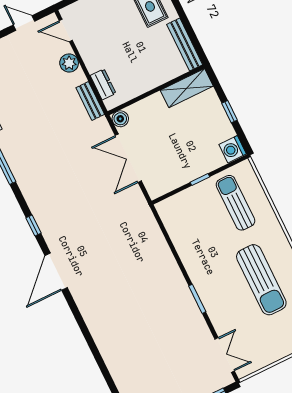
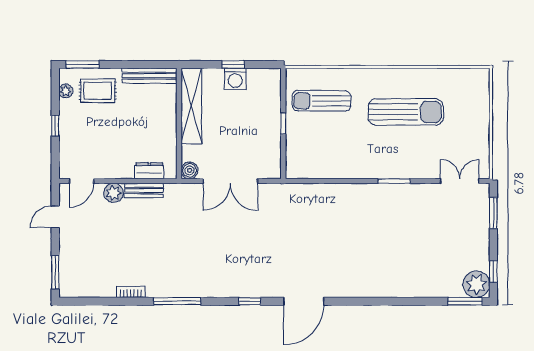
shelving: (187, 88) -> (191, 106), width x1.47
bench: (90, 101) -> (144, 191), moved
washing machine: (233, 149) -> (235, 79), moved
door: (56, 272) -> (304, 301), hinge flipped

